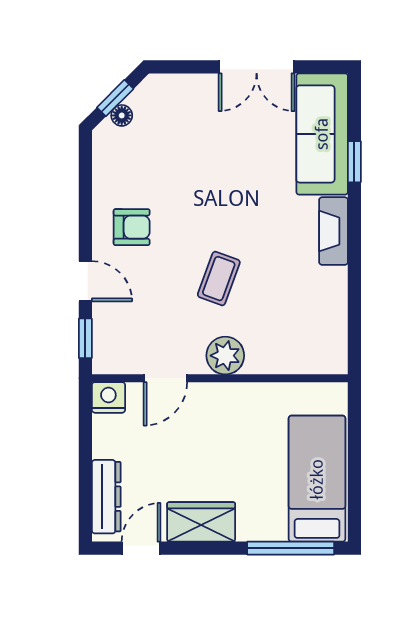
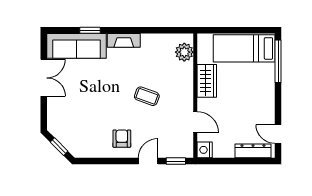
floor lamp: (122, 115) -> (67, 143), removed
plant: (225, 356) -> (184, 52), moved
wardrobe: (201, 522) -> (207, 81), moved, turned 180

